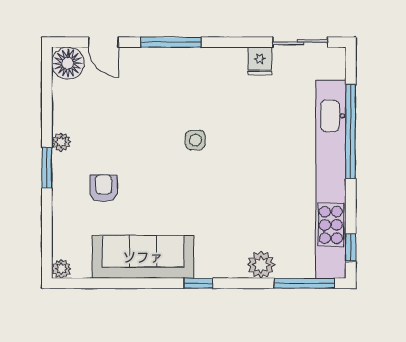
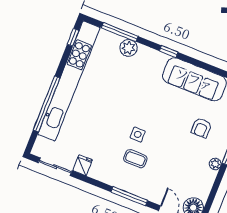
coffee table: (184, 102) -> (135, 159), added
window: (304, 283) -> (120, 32), moved

